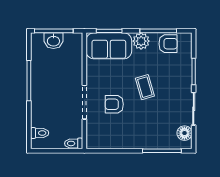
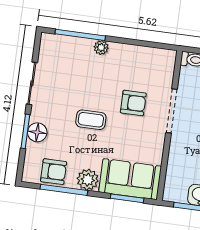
armchair: (168, 44) -> (54, 172), turned 180
coffee table: (145, 87) -> (91, 120), turned -74
floor lamp: (184, 133) -> (37, 132), moved
plant: (144, 143) -> (101, 47), added

